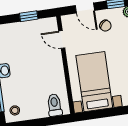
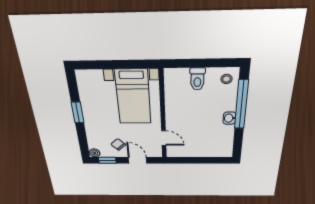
window: (29, 16) -> (194, 160), removed
toilet: (54, 105) -> (197, 79), moved

